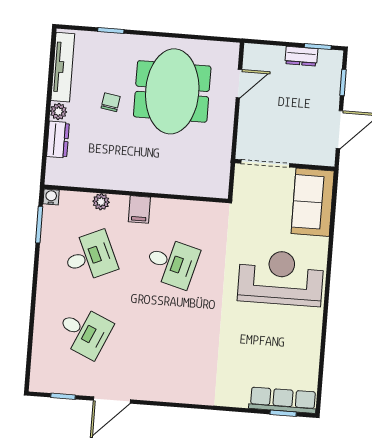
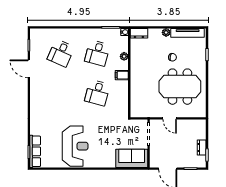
door: (239, 84) -> (170, 118), moved
dresser: (58, 139) -> (139, 33), moved
desk: (90, 256) -> (97, 53), turned 39
reception desk: (281, 278) -> (75, 146), moved

